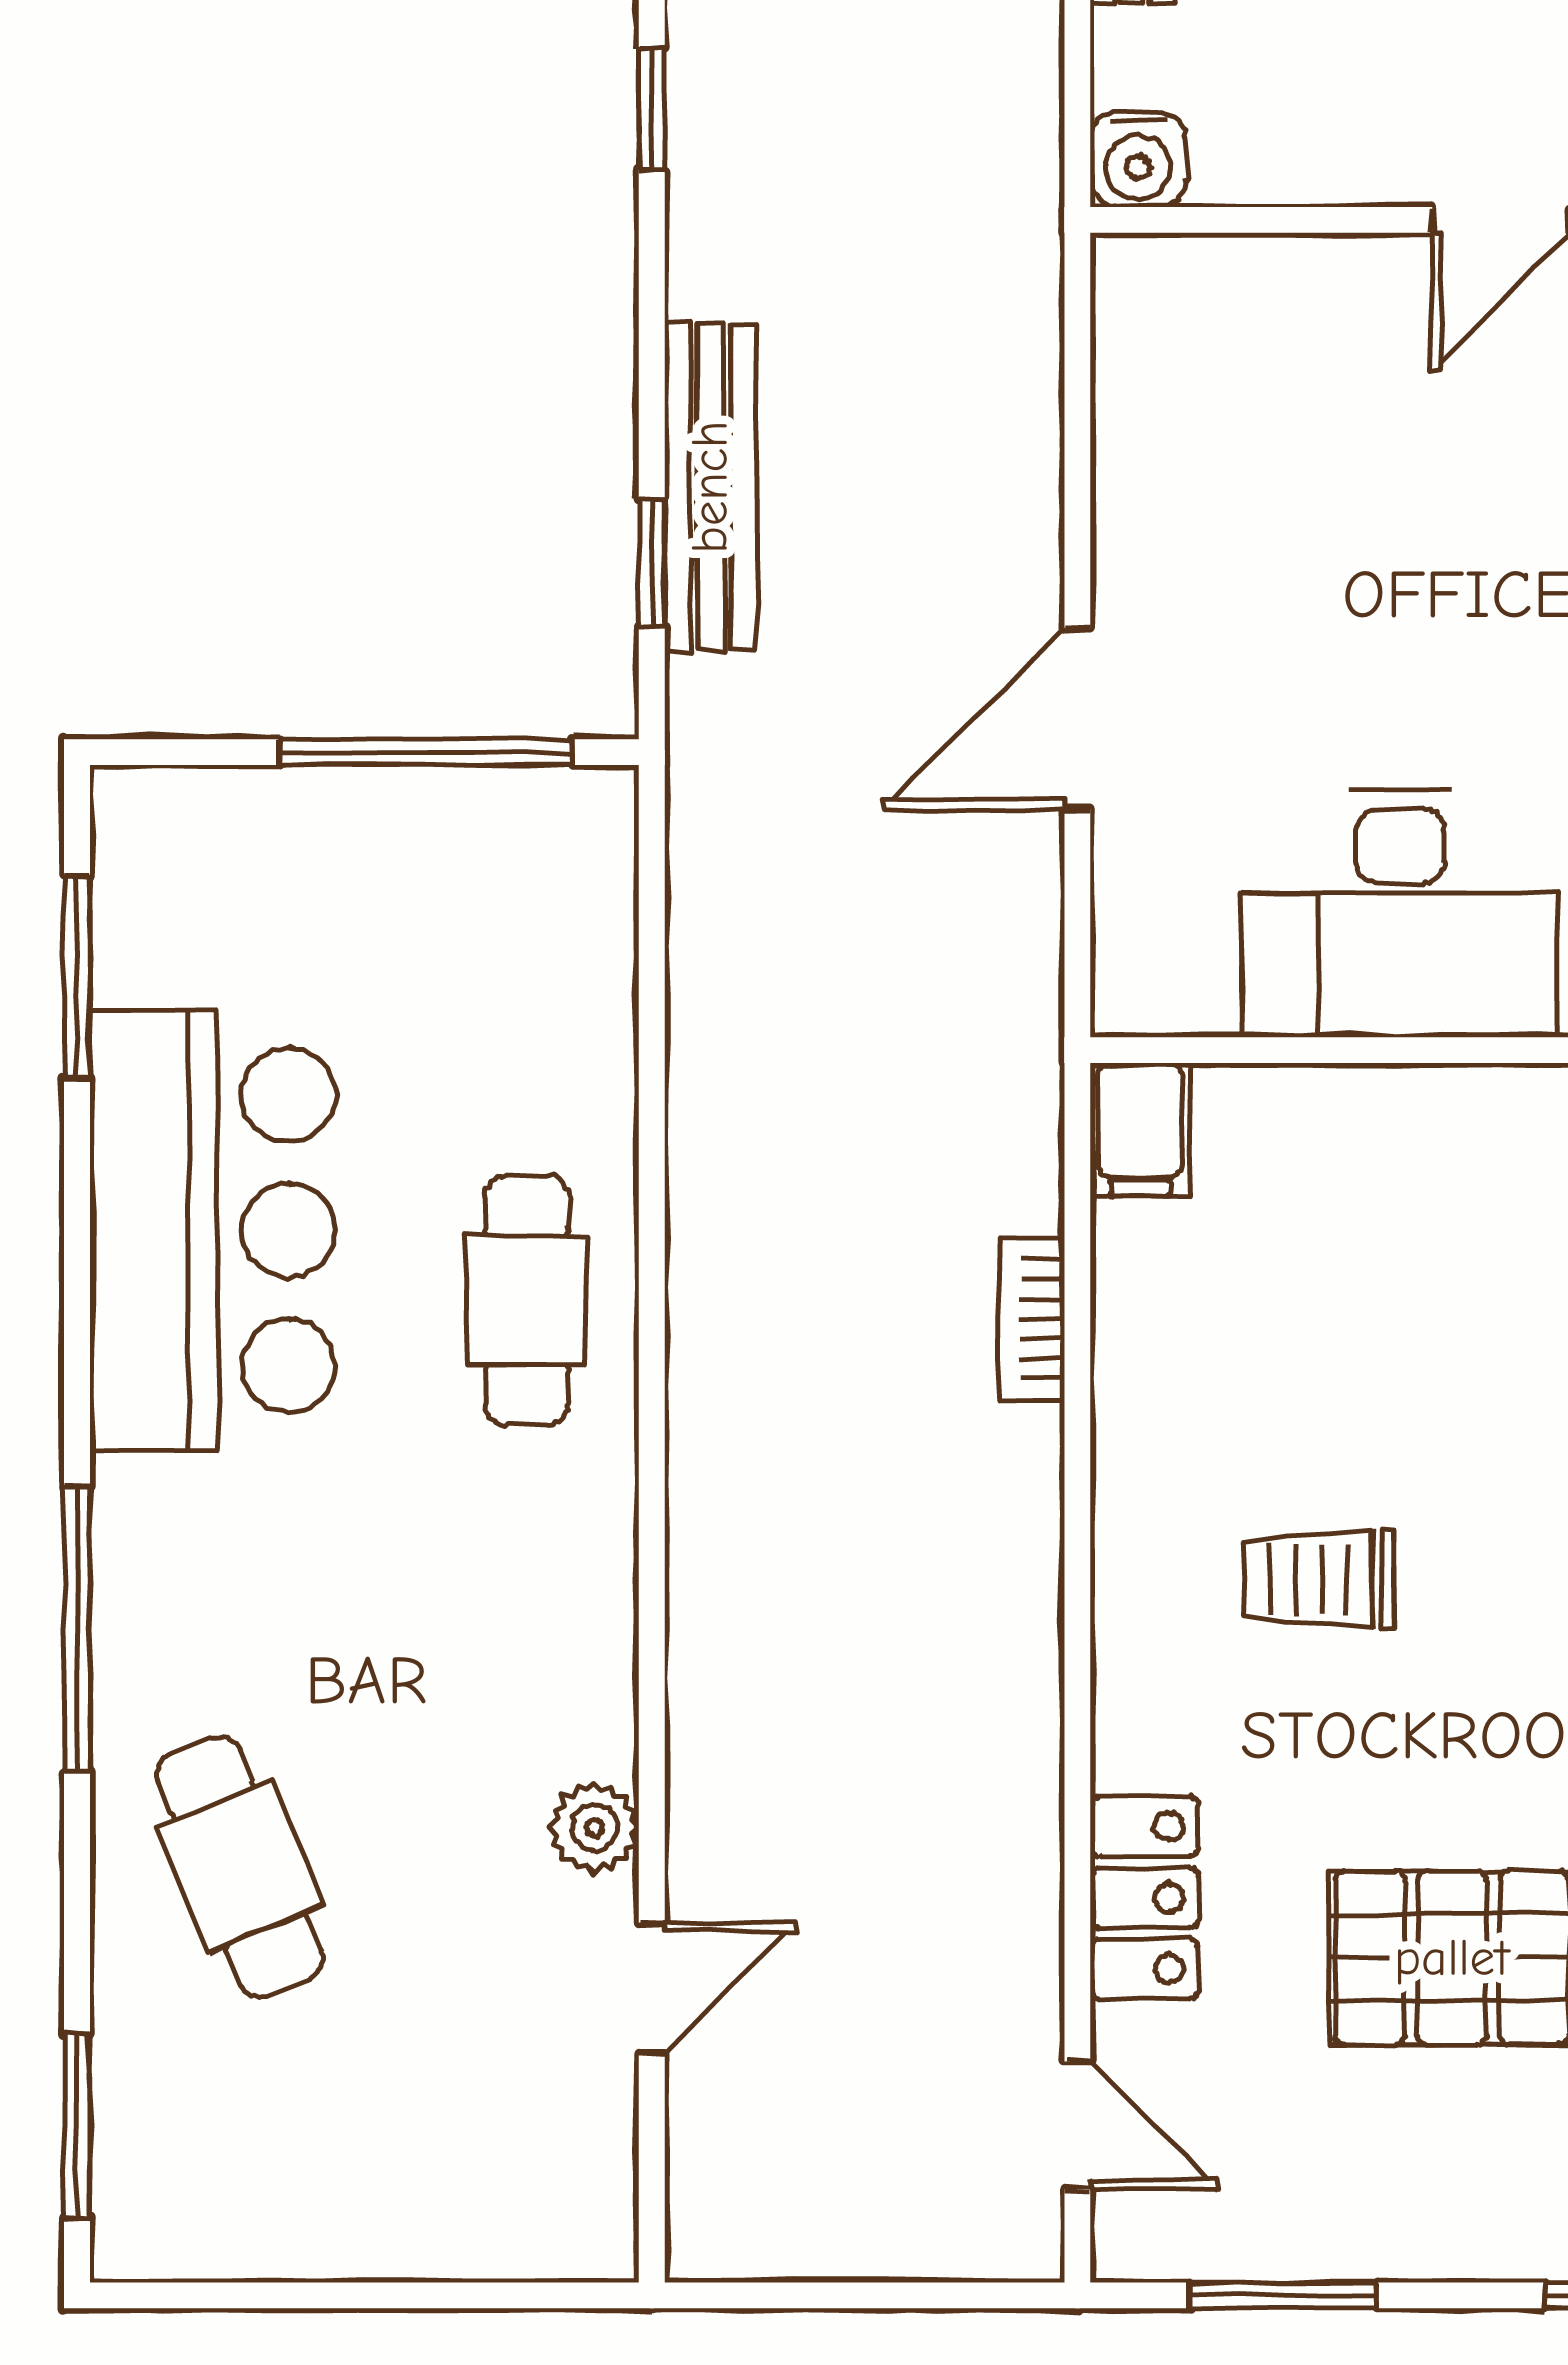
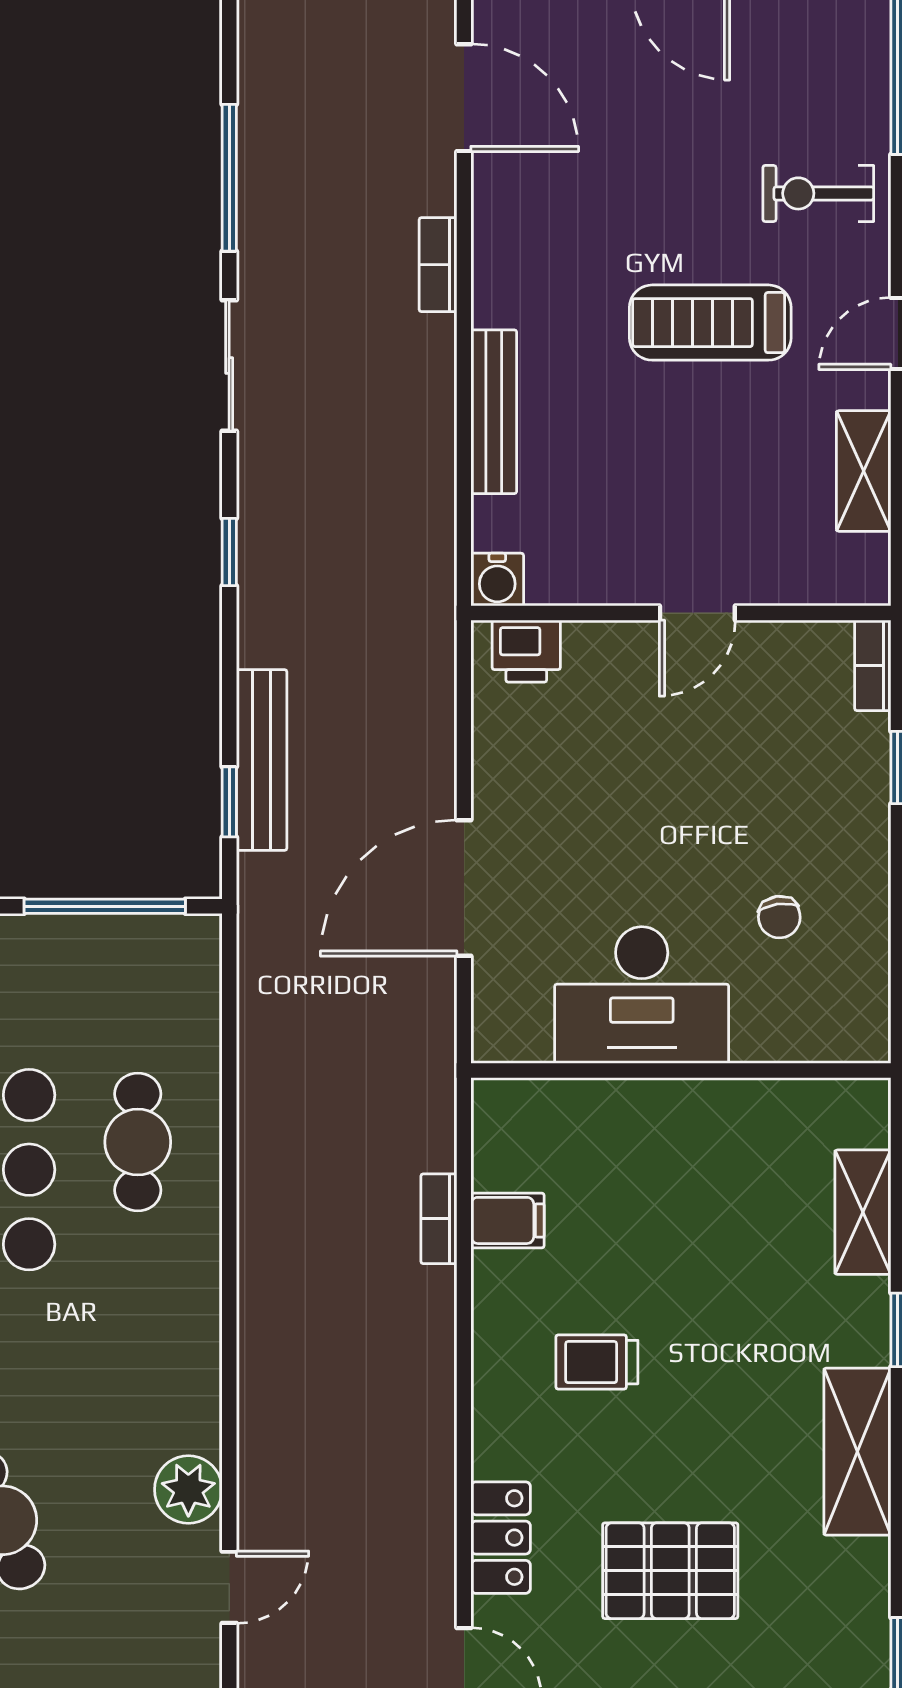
printer: (1191, 289) -> (526, 651), added
door: (1077, 719) -> (464, 888), width x1.36
filing cabinet: (1140, 1129) -> (507, 1220), moved, turned -90
cafe table: (527, 1300) -> (138, 1142), moved
plant: (594, 1827) -> (188, 1490), width x1.38, depth x1.38

